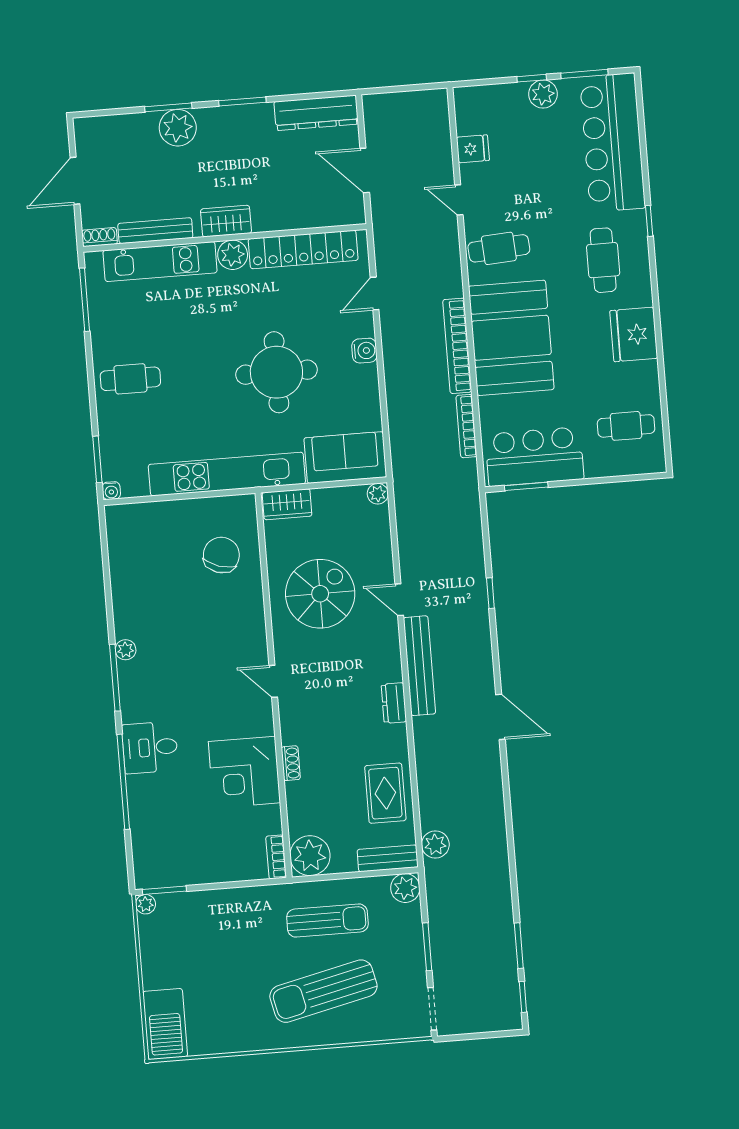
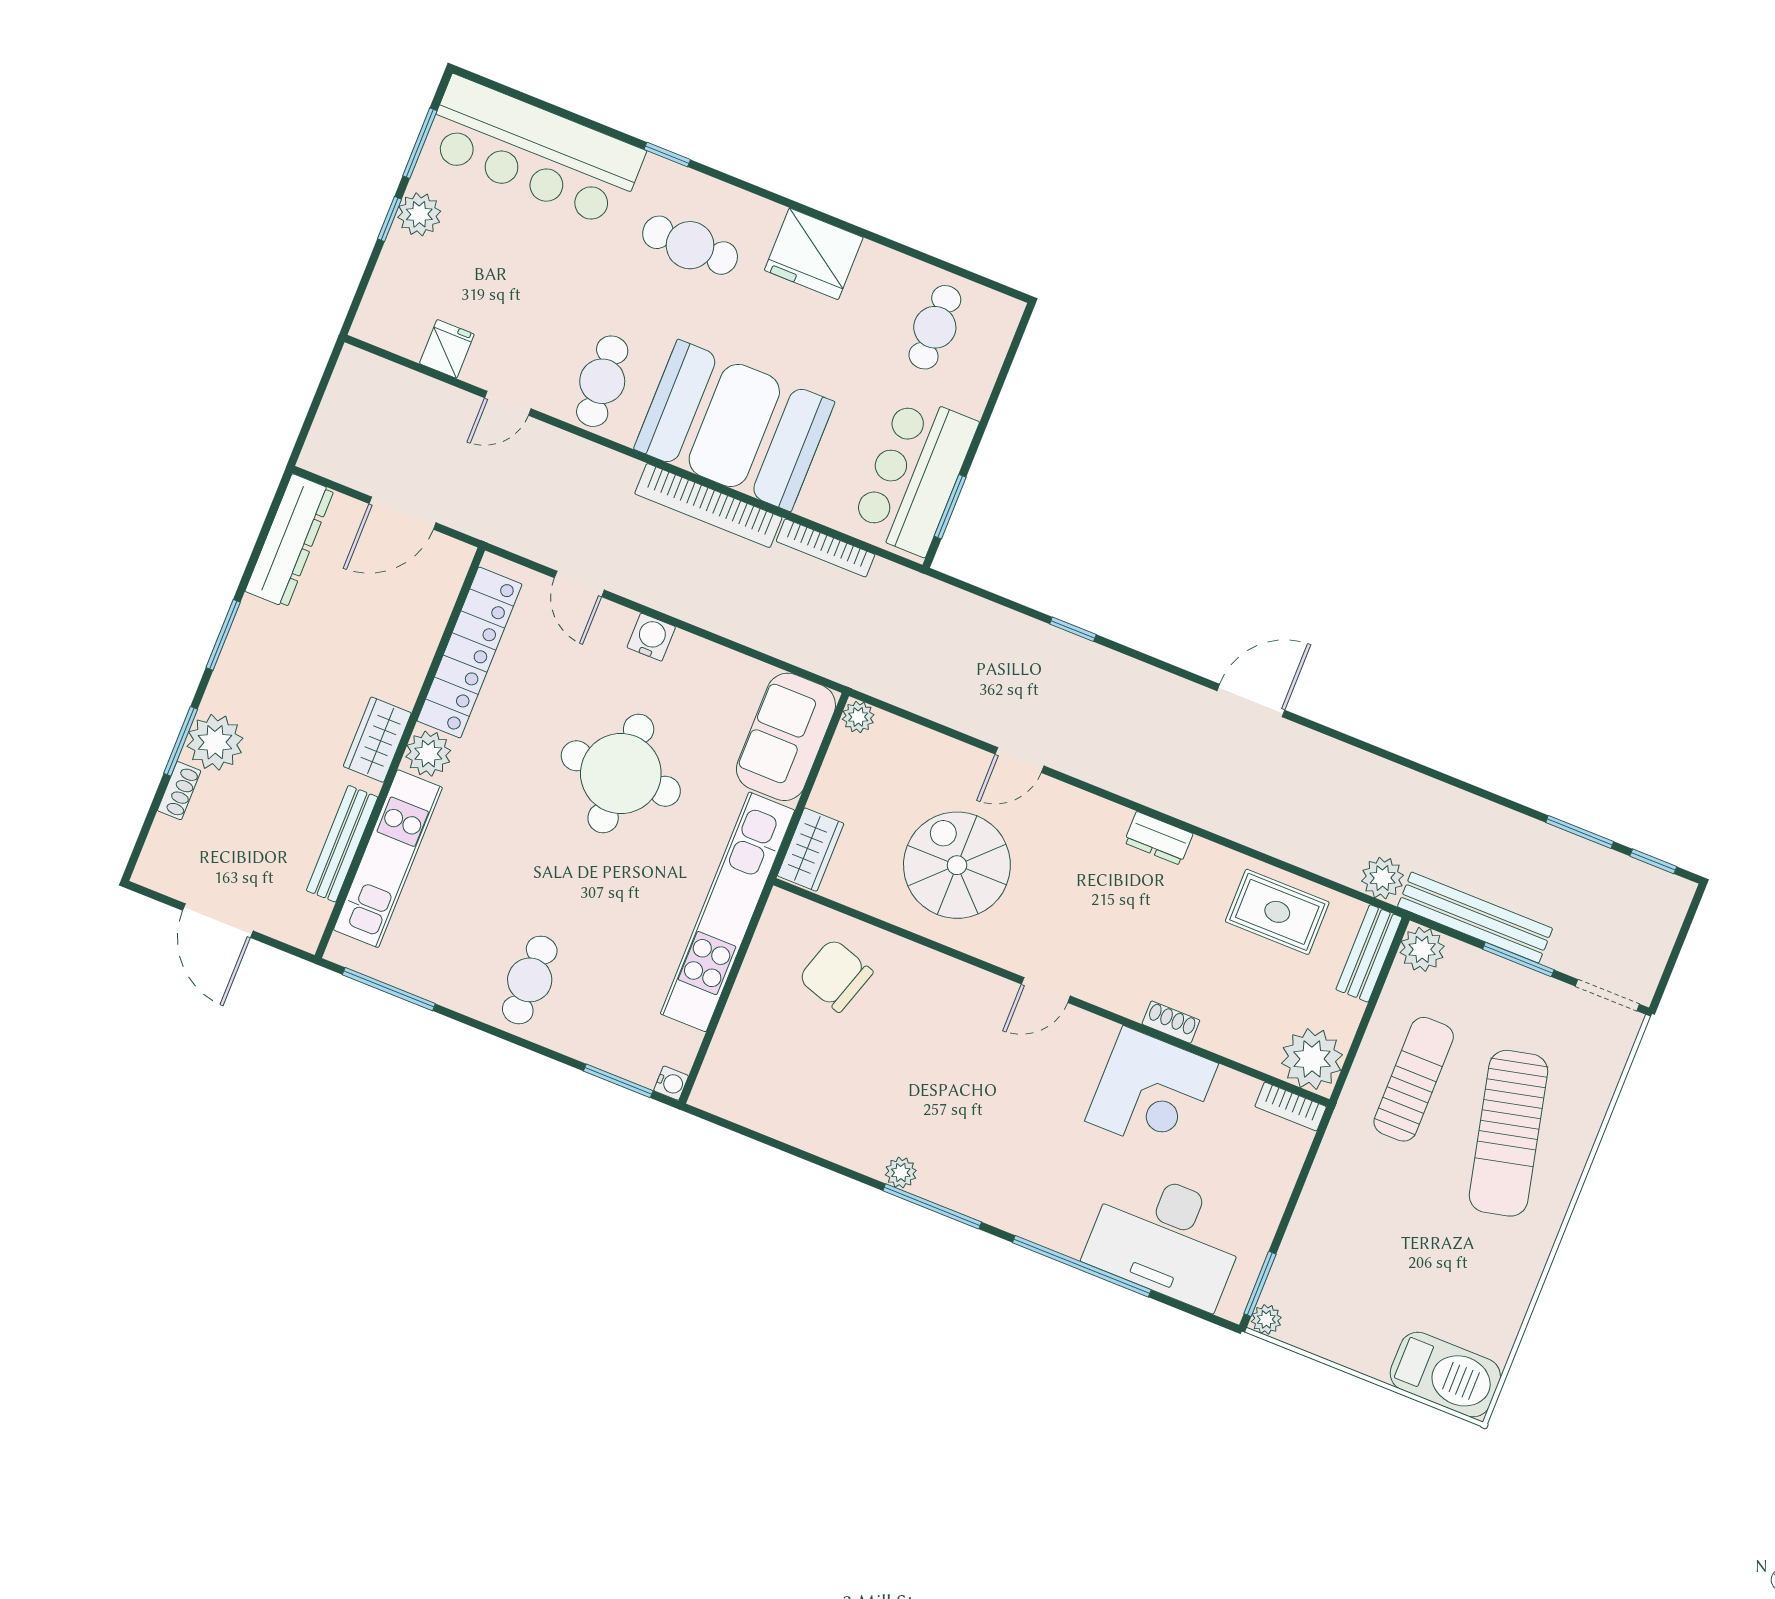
shoe rack: (99, 237) -> (179, 791), moved, turned 180
bench: (419, 666) -> (1475, 918), moved
desk: (150, 747) -> (1167, 1238), moved, width x1.87, depth x1.30

